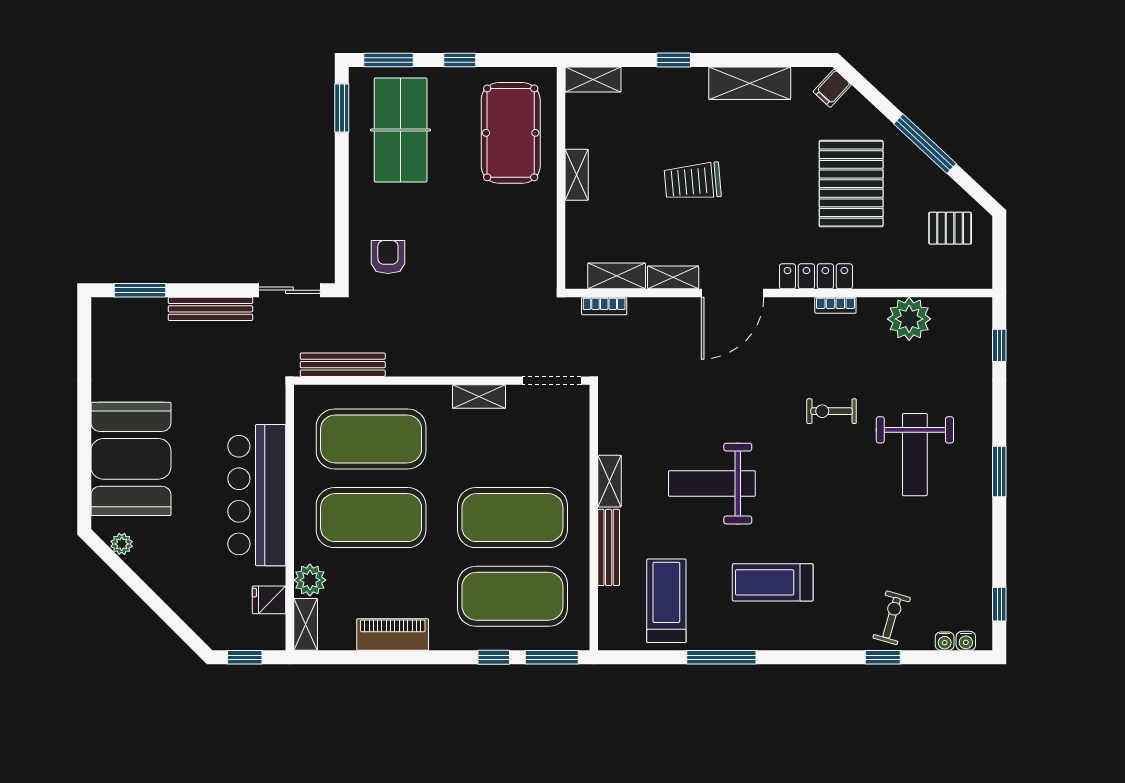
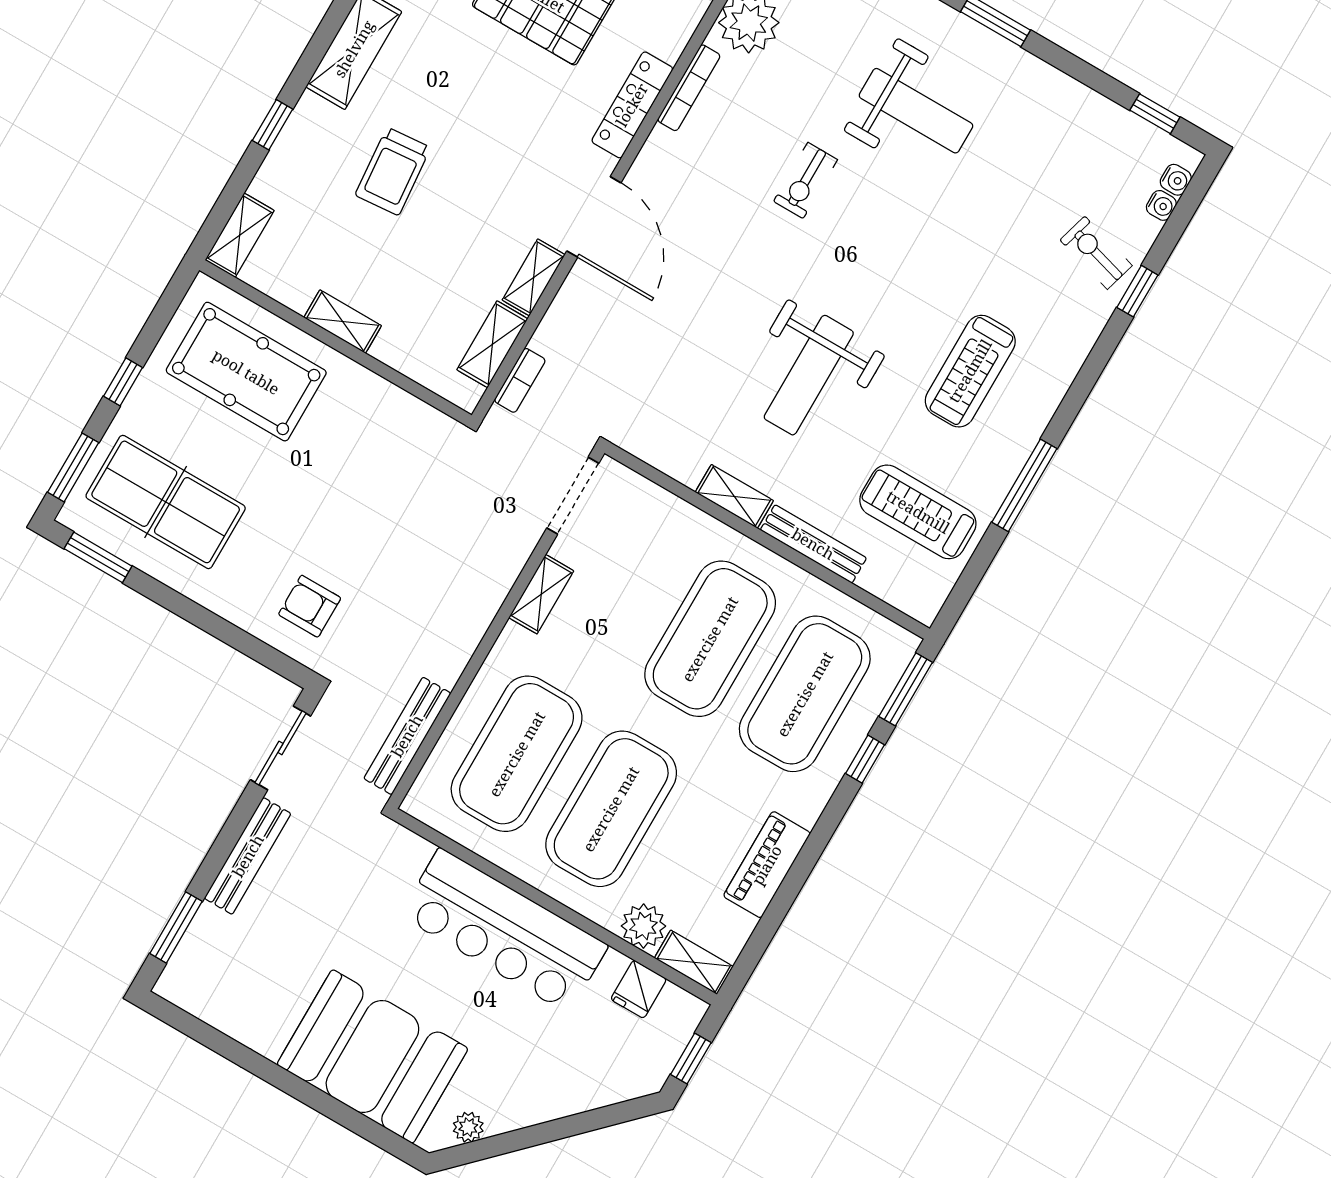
trolley: (693, 181) -> (393, 171), moved
bookcase: (835, 305) -> (689, 88), width x1.56

